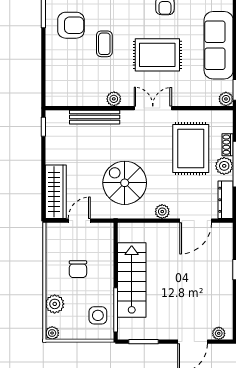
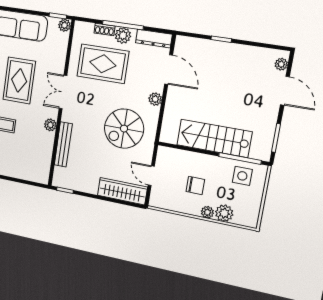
plant: (52, 333) -> (207, 212), moved

